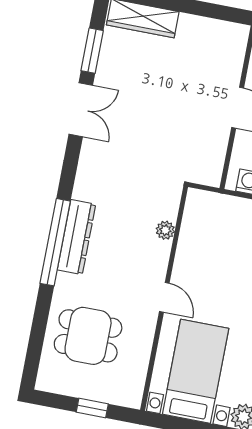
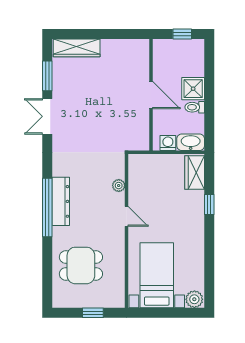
double door: (81, 110) -> (47, 116), swing flipped
door: (164, 297) -> (127, 216), moved

